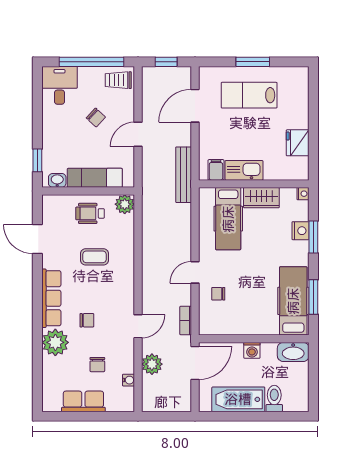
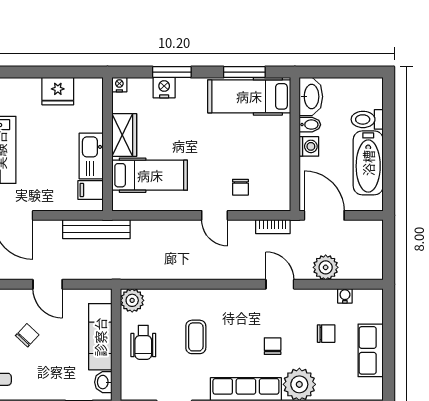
bidet: (270, 351) -> (310, 125), added

